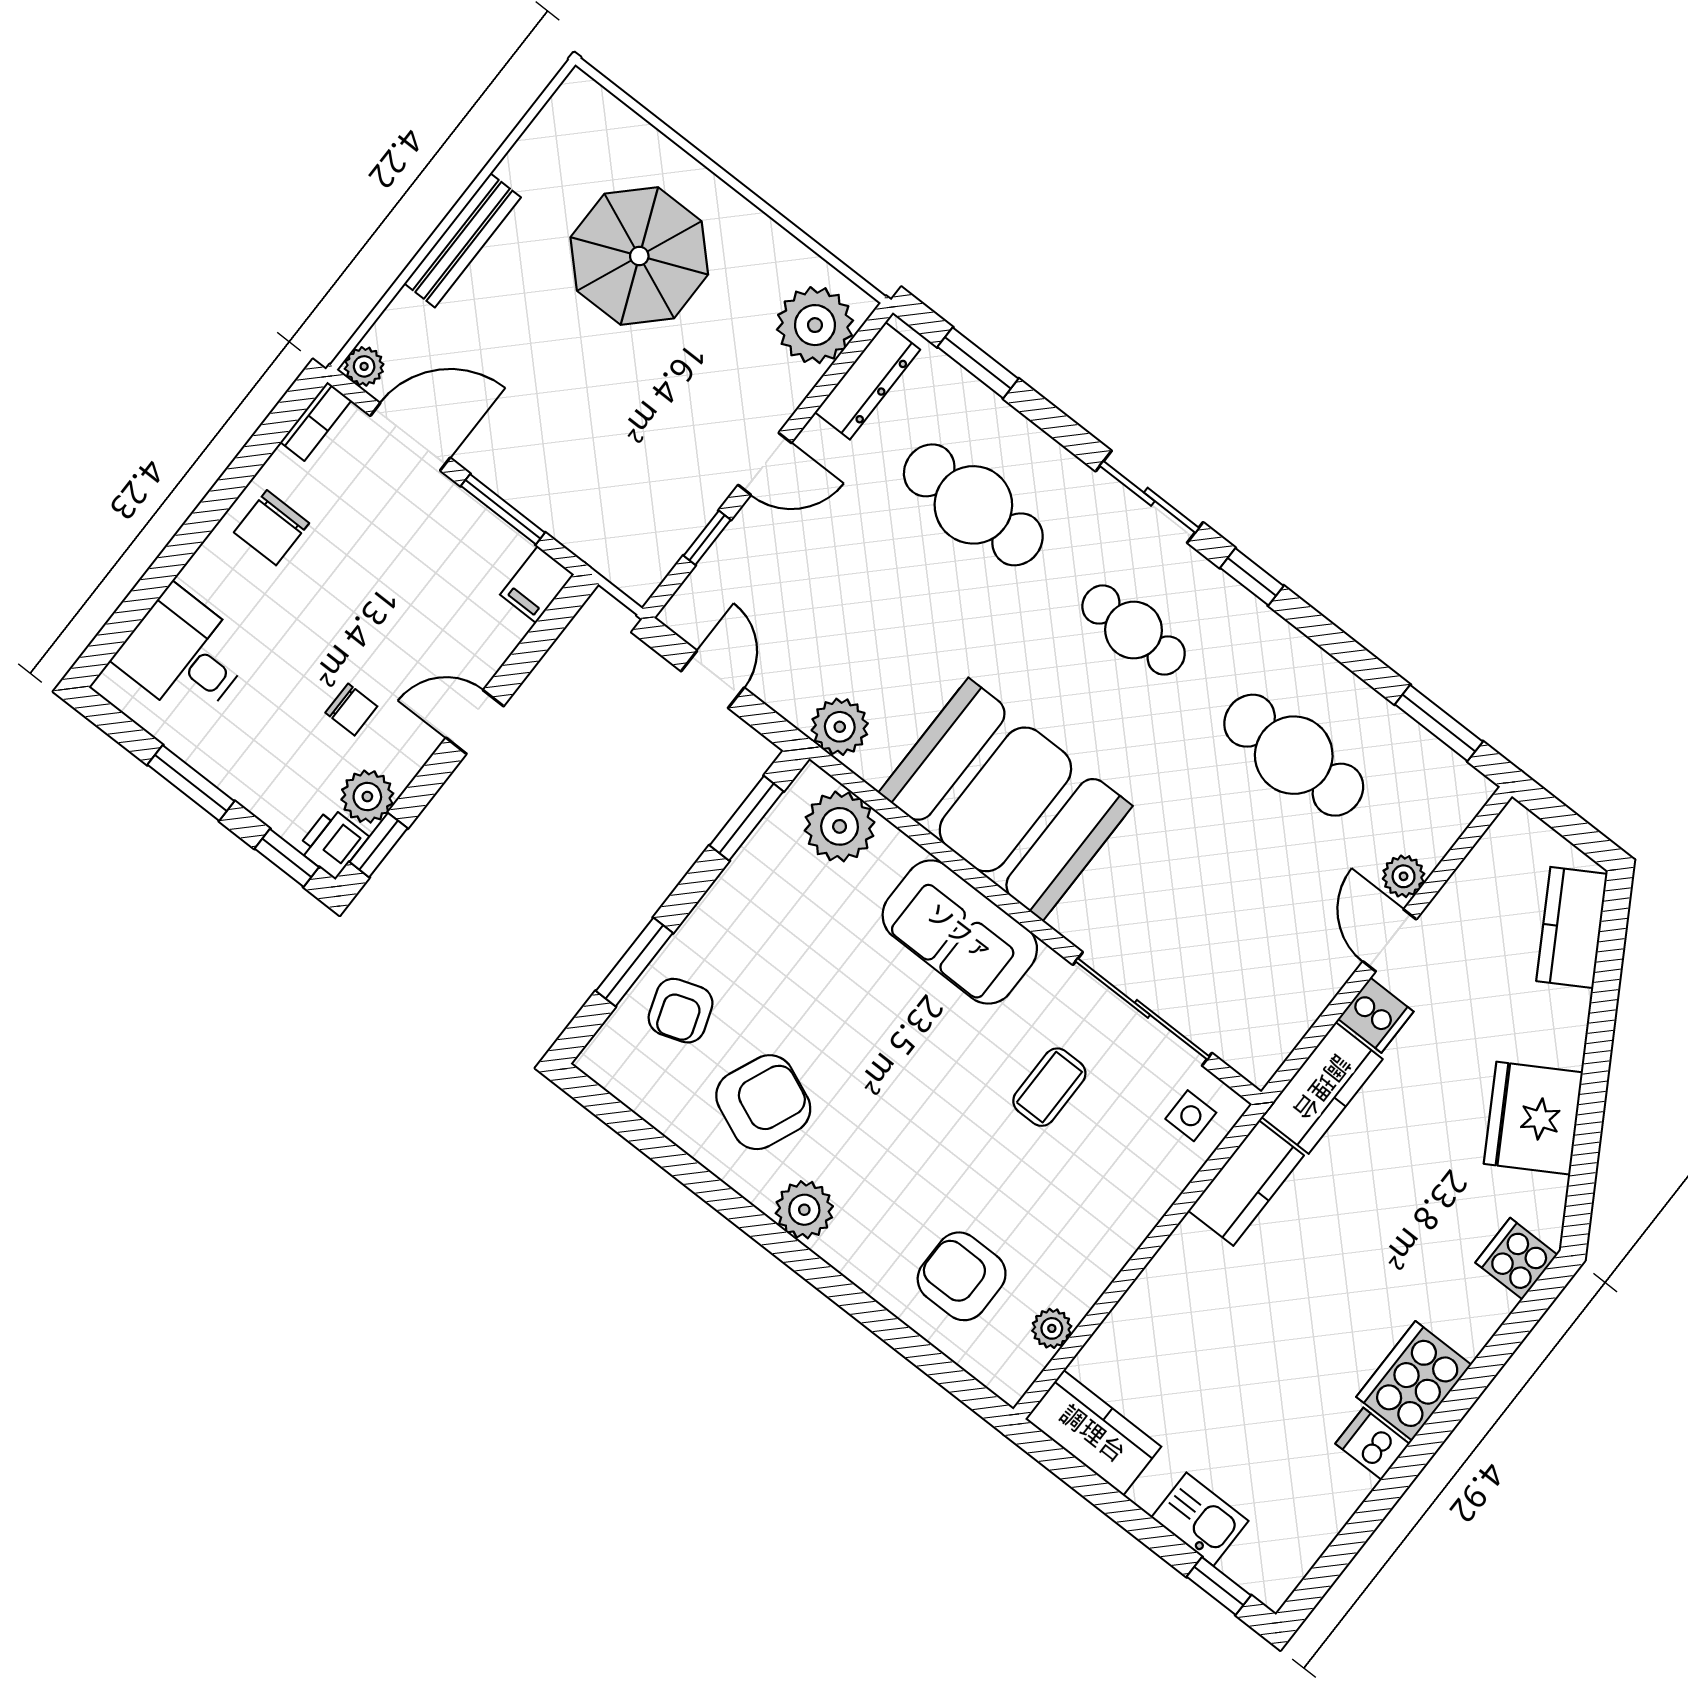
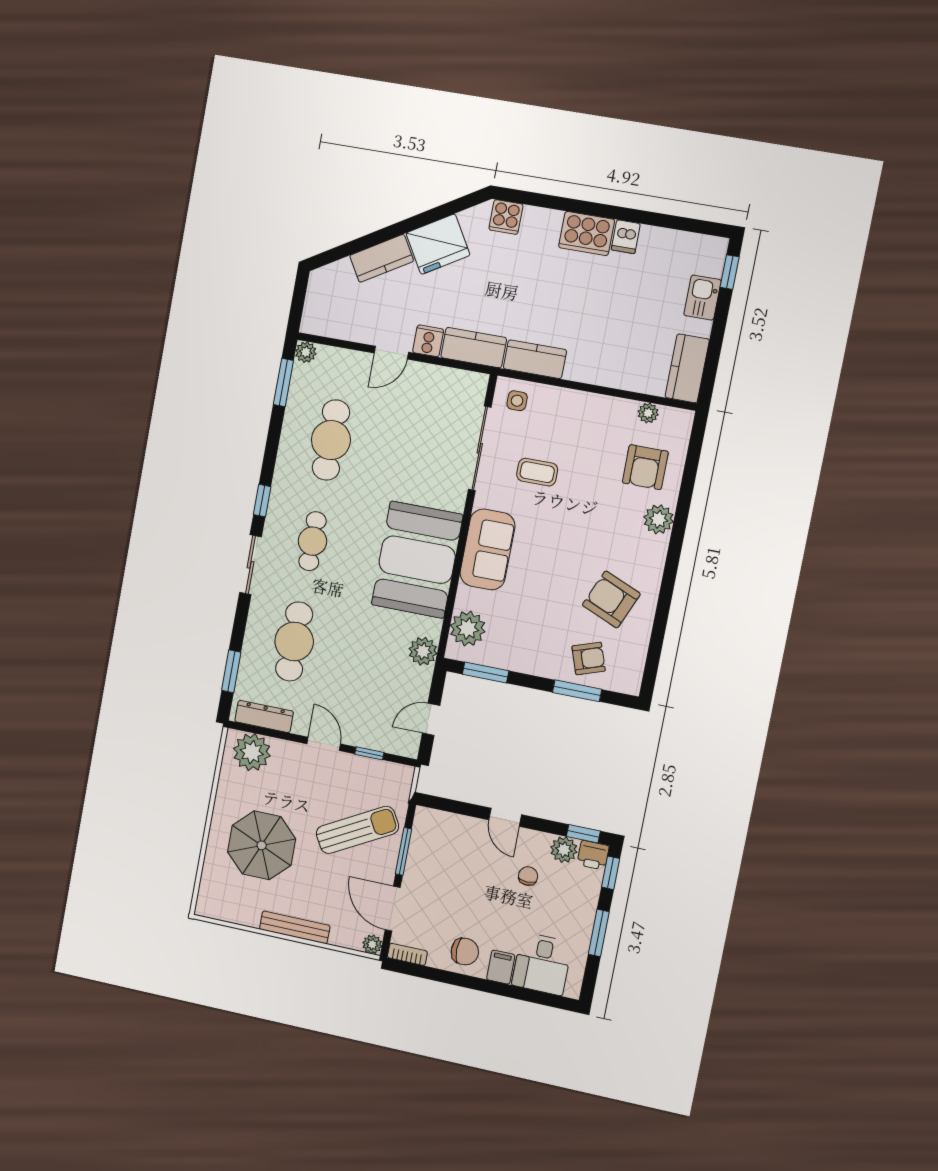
sun lounger: (582, 445) -> (357, 830), added
filing cabinet: (537, 585) -> (501, 967), moved, turned -90
plant: (1404, 876) -> (306, 352), moved
kitchen counter: (1572, 927) -> (382, 258), moved
plant: (804, 1210) -> (659, 519), moved

